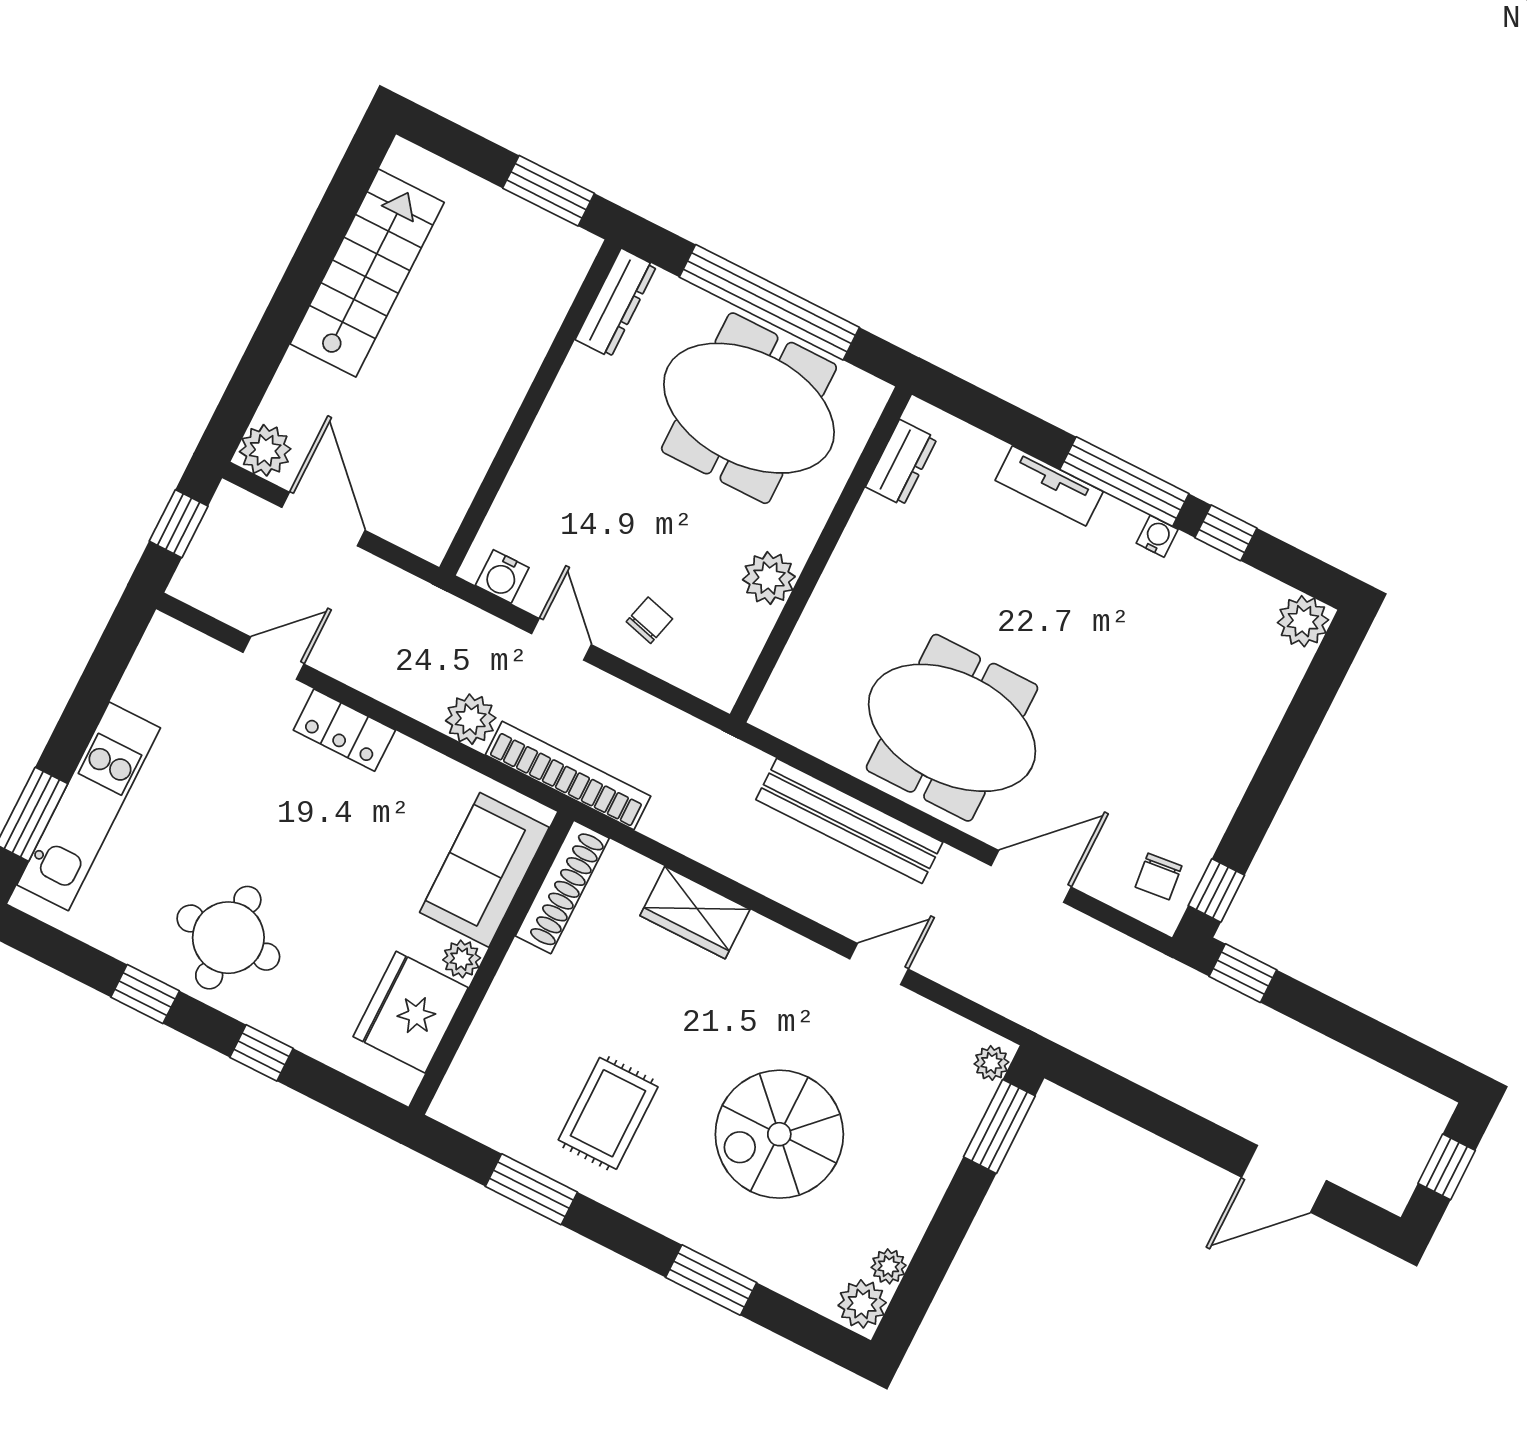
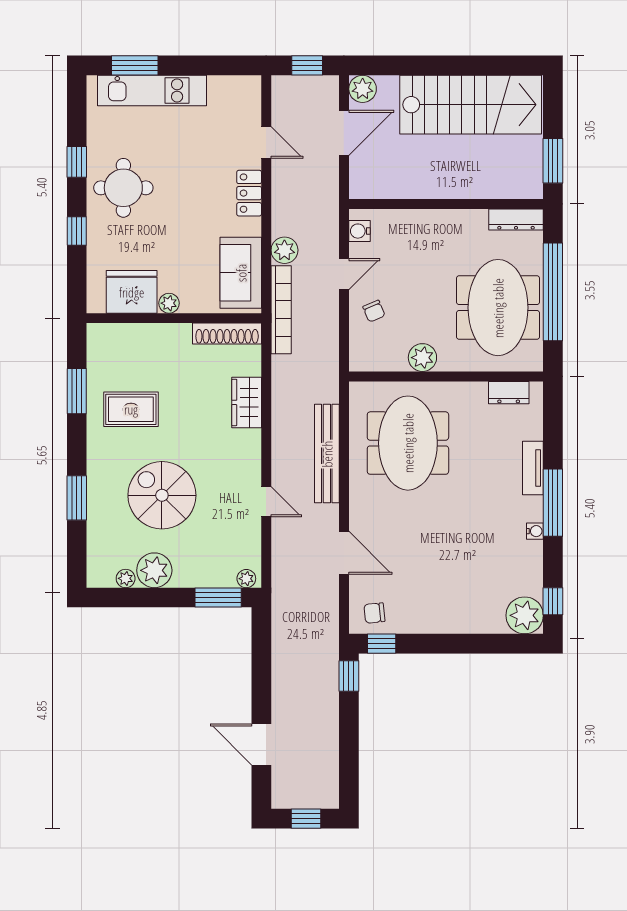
stairs: (367, 273) -> (471, 105), width x1.36, depth x1.51
window: (1226, 533) -> (553, 601), moved
chair: (649, 620) -> (374, 311), turned 52
plant: (1303, 621) -> (525, 615), width x1.36, depth x1.36
meeting table: (952, 728) -> (408, 443), moved
sofa: (484, 870) -> (241, 273), moved, turned -90
plant: (862, 1304) -> (154, 570), moved, width x1.36, depth x1.36

